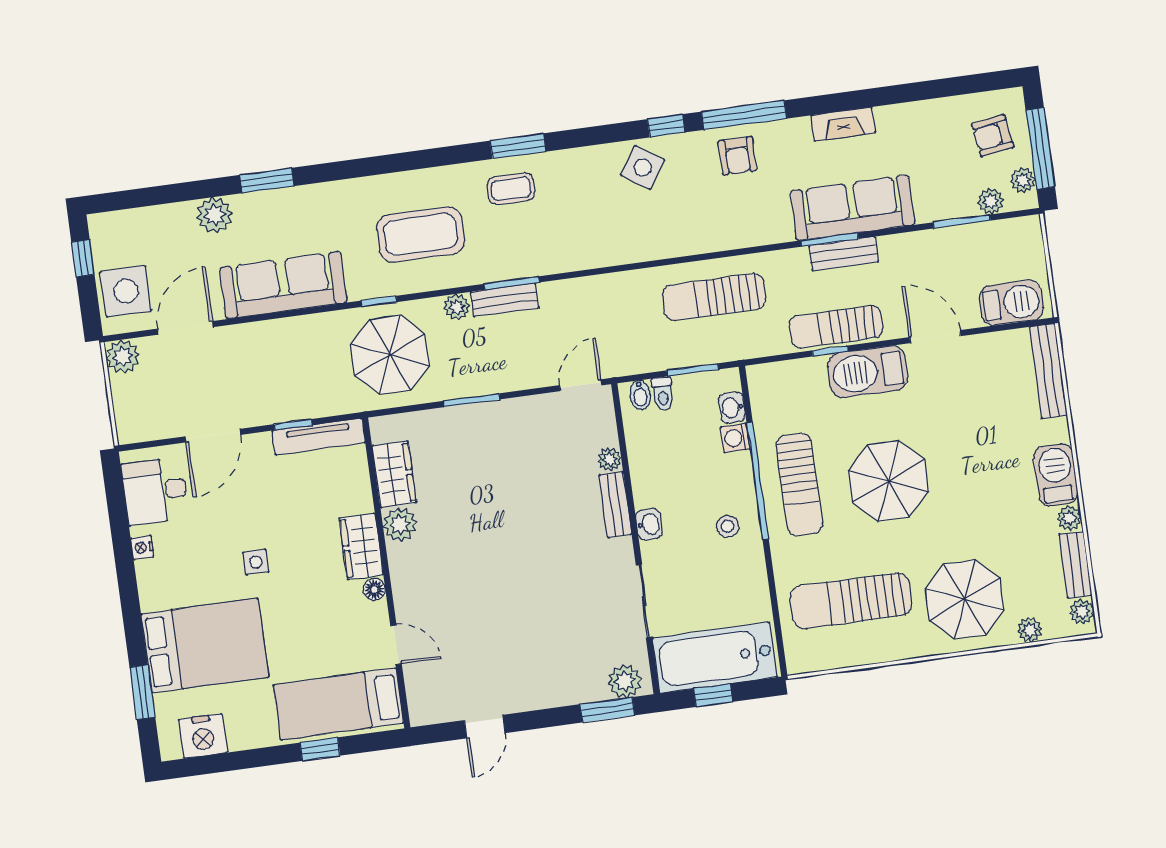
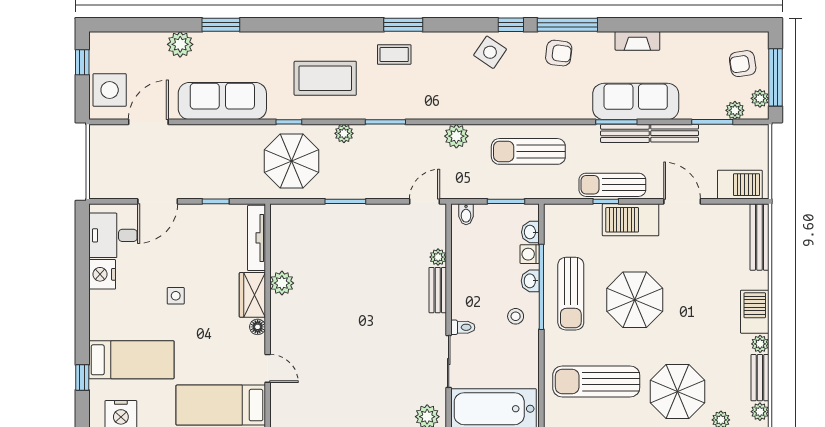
armchair: (737, 156) -> (559, 53), turned -83
bench: (505, 300) -> (675, 133), moved
plant: (123, 356) -> (456, 136), moved
toilet: (663, 394) -> (463, 327), moved, turned -90
tv unit: (318, 437) -> (257, 238), moved, turned 90
wardrobe: (394, 474) -> (283, 247), removed
washbasin: (649, 524) -> (530, 281), moved, turned 180
nightstand: (142, 548) -> (102, 274), width x1.89, depth x1.79
bed: (205, 645) -> (131, 360), width x0.67
window: (142, 692) -> (82, 377), width x0.67

